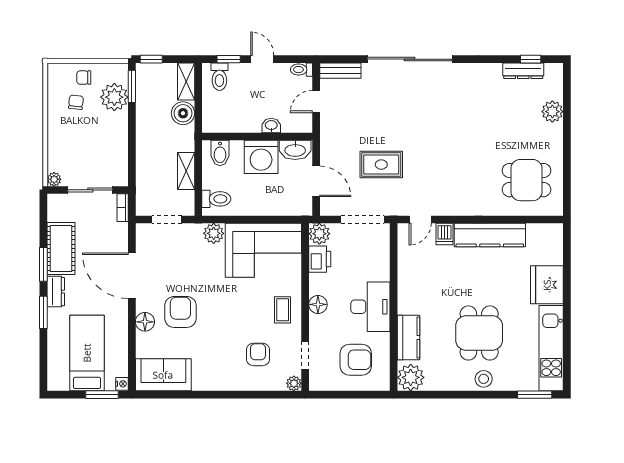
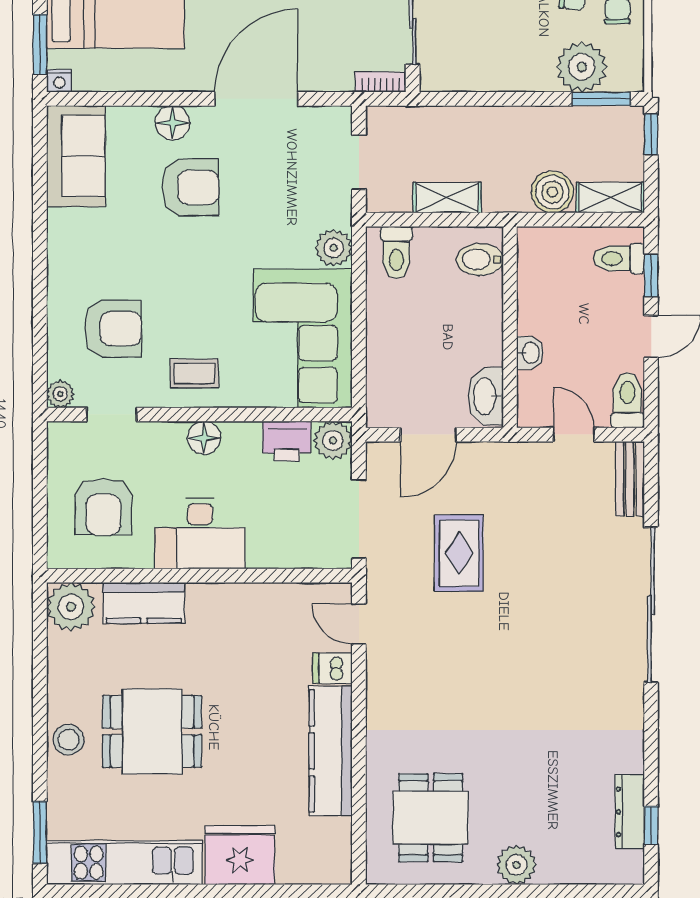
toilet: (302, 70) -> (627, 400), width x1.37, depth x1.39
plant: (552, 112) -> (517, 865), moved
washing machine: (261, 157) -> (473, 334), removed
armchair: (258, 354) -> (113, 329), width x1.38, depth x1.38

